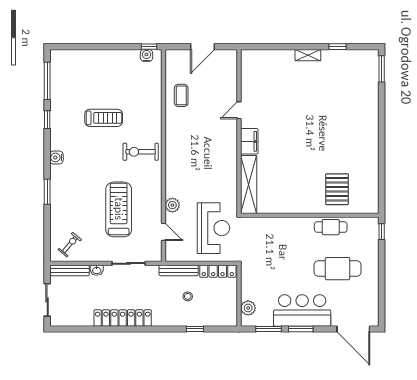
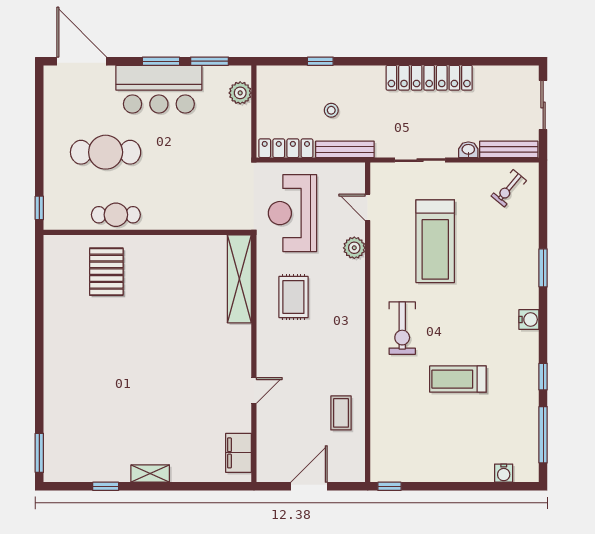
water cooler: (146, 55) -> (504, 473), moved
filing cabinet: (249, 141) -> (239, 453), moved
exercise bike: (141, 152) -> (402, 328), turned 90
rug: (213, 172) -> (293, 297), added

